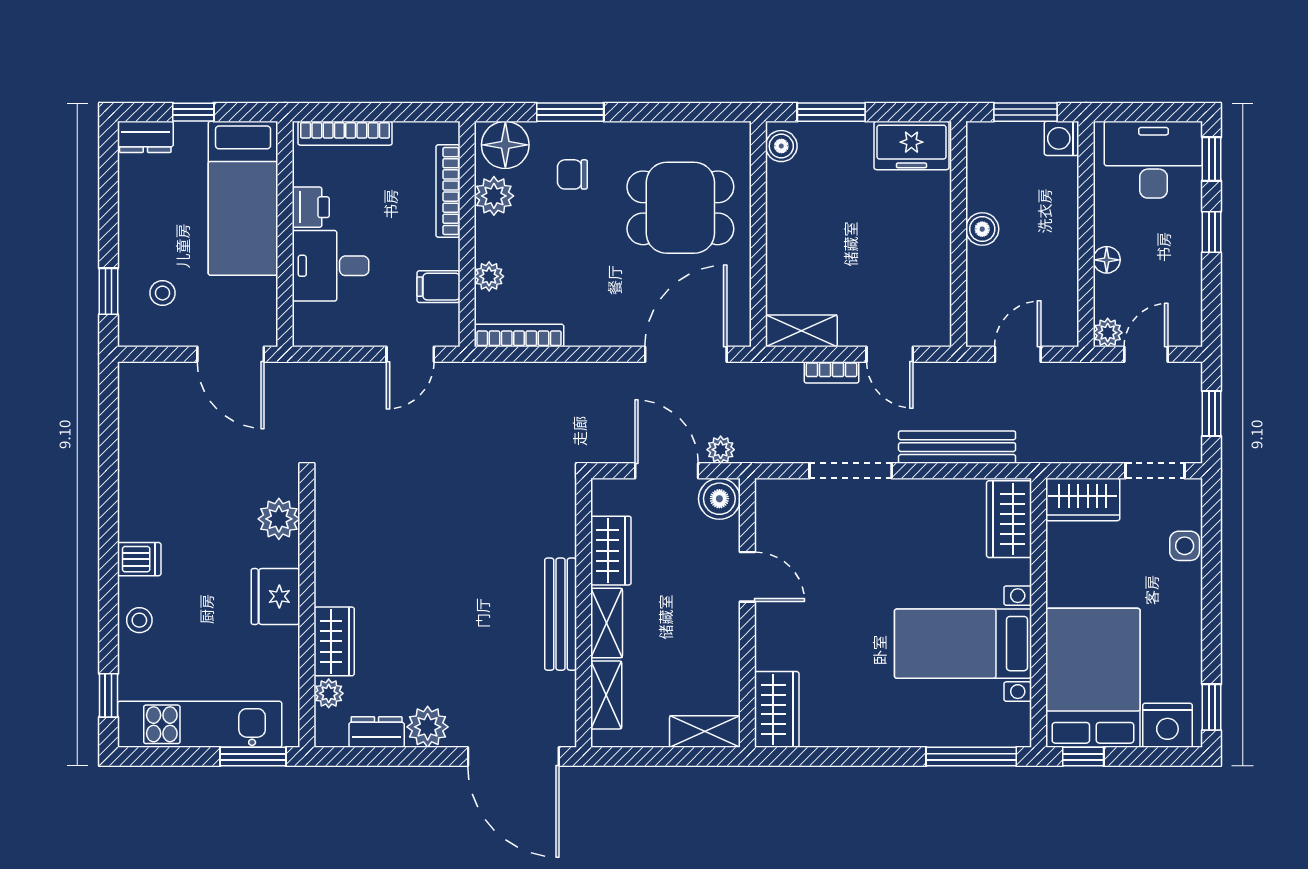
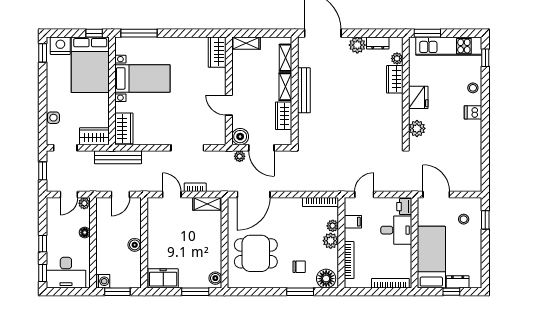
dresser: (145, 137) -> (458, 282), moved
plant: (494, 196) -> (331, 241), moved
printer: (311, 207) -> (404, 207), moved
bench: (957, 447) -> (118, 157), moved

